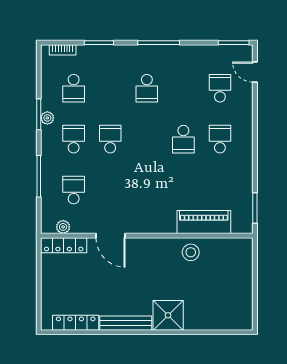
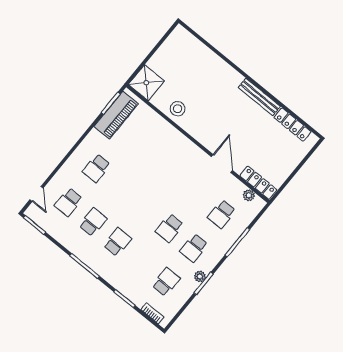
school desk: (183, 139) -> (93, 222), moved
piano: (204, 222) -> (116, 115), moved, turned -90
shower: (168, 315) -> (146, 83), moved

